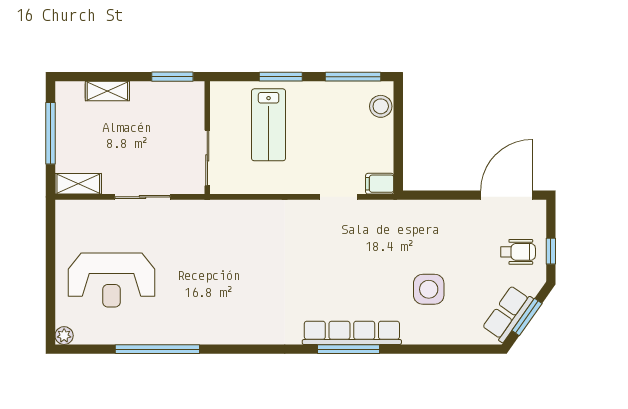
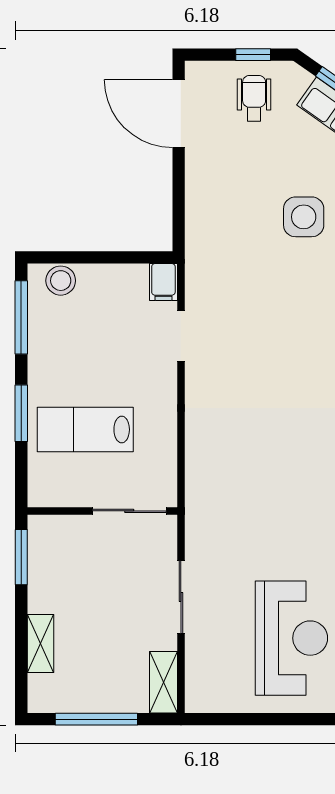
lab bench: (269, 125) -> (85, 430), turned 180

